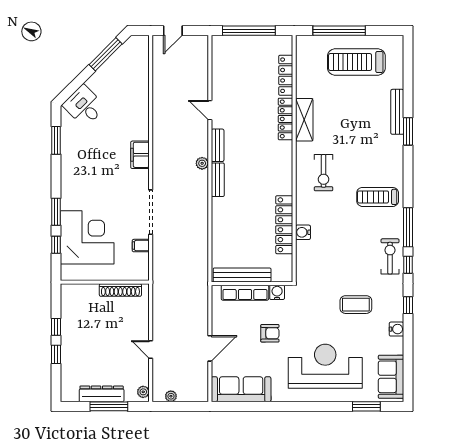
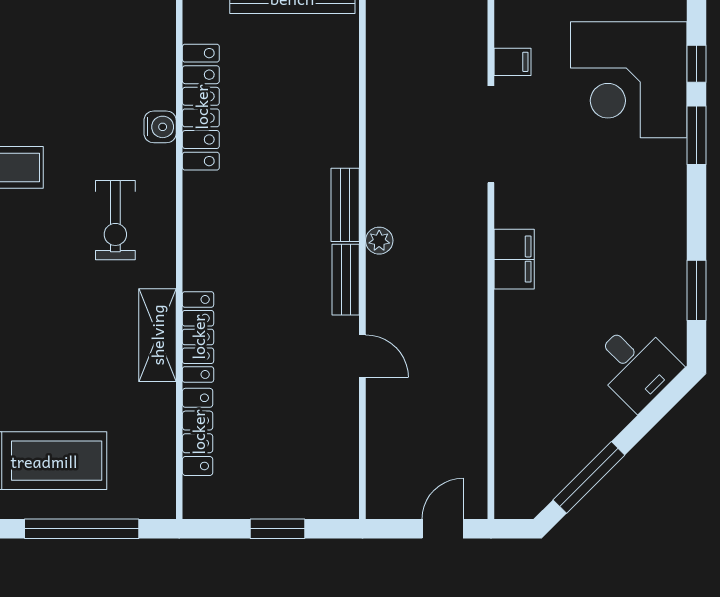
window: (249, 31) -> (278, 529), width x0.47
exercise bike: (324, 173) -> (115, 220), turned 180
water cooler: (303, 232) -> (160, 127), moved

